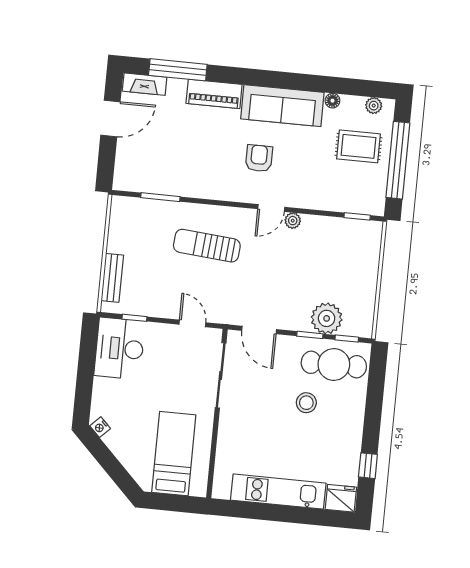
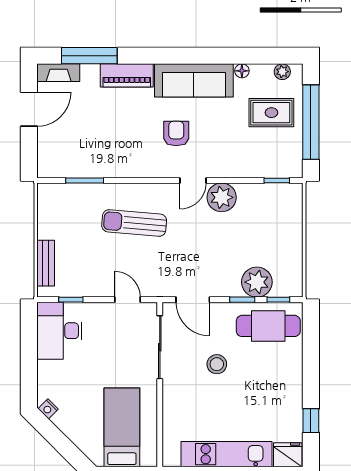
plant: (293, 221) -> (222, 197), width x1.88, depth x1.88
stool: (306, 403) -> (217, 364), moved

